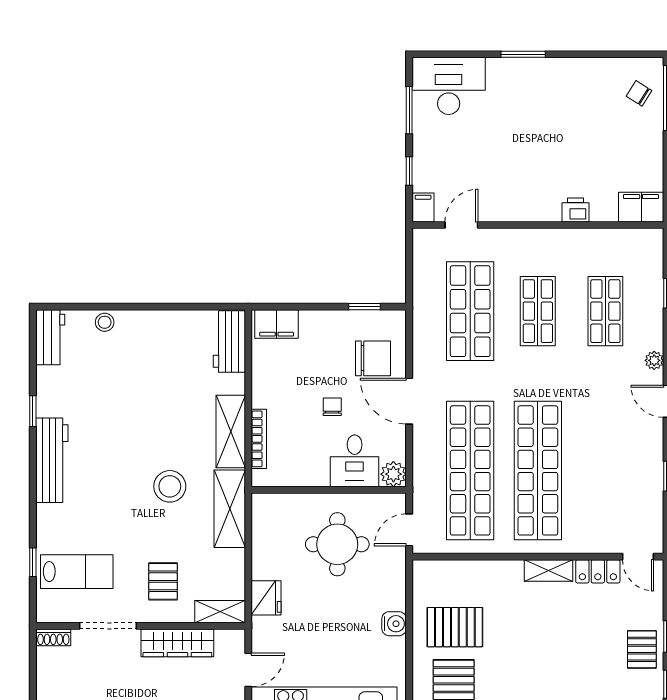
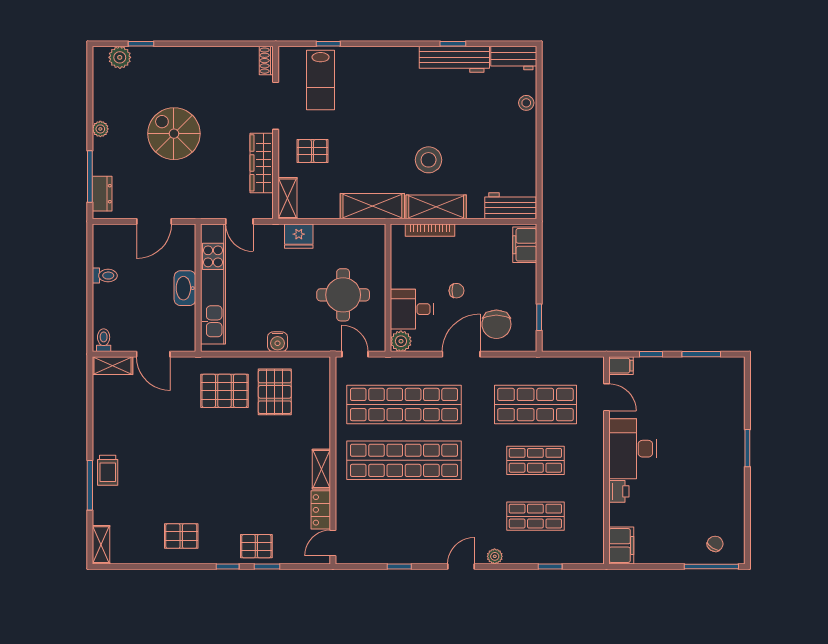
desk: (449, 86) -> (633, 449), moved, turned 180
workbench: (52, 460) -> (454, 59), moved
stool: (170, 486) -> (429, 160), moved

